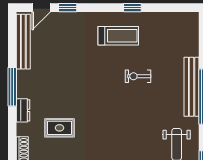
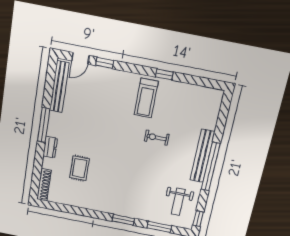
treadmill: (118, 36) -> (146, 98), turned 90
rug: (59, 128) -> (80, 168), turned 90

